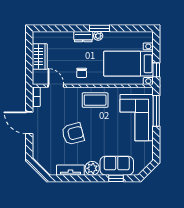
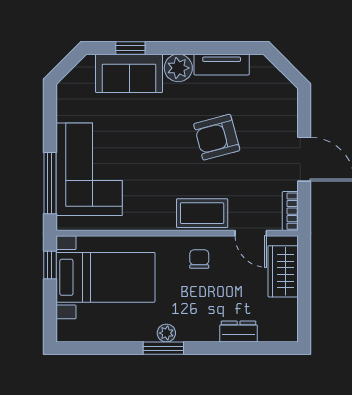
dresser: (83, 37) -> (239, 332), moved
wardrobe: (40, 57) -> (283, 271), moved
coffee table: (95, 100) -> (202, 213), moved

